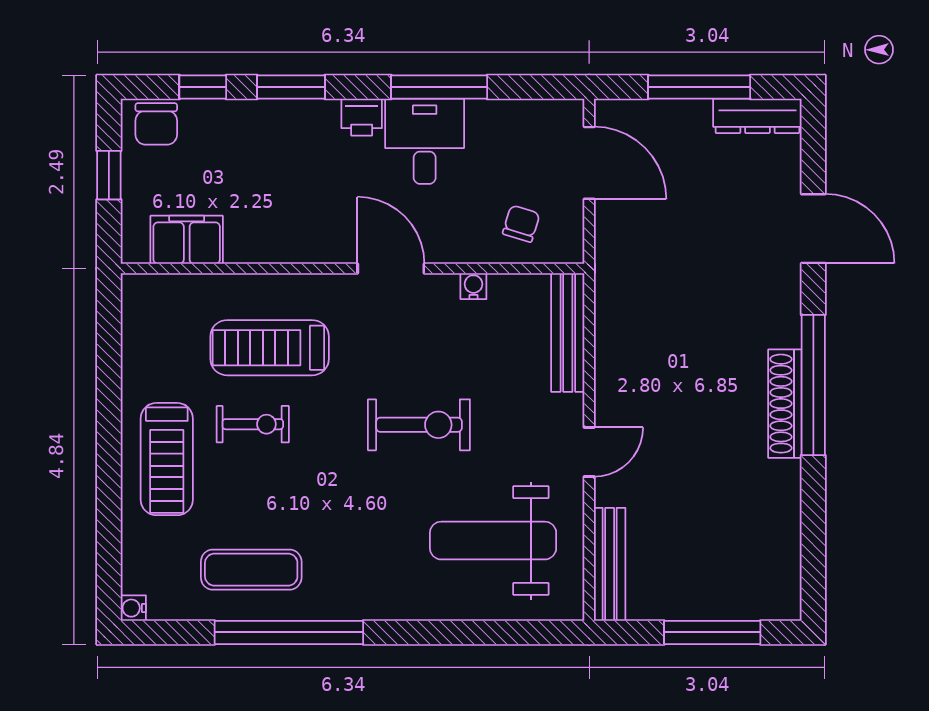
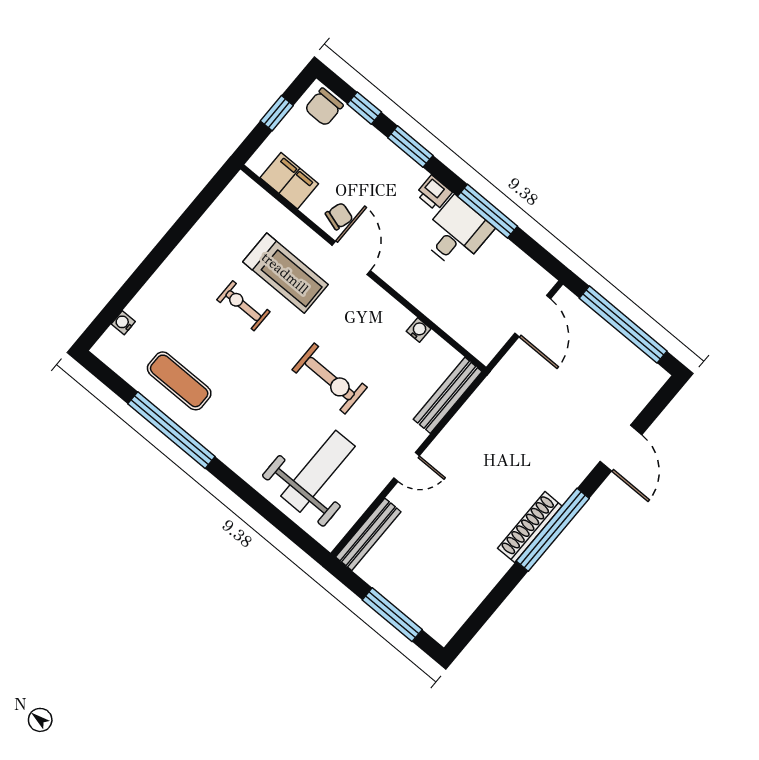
window: (699, 87) -> (623, 325), width x1.46
dresser: (757, 116) -> (641, 365), removed
chair: (521, 224) -> (339, 216), moved
door: (391, 269) -> (351, 258), moved
treadmill: (270, 348) -> (285, 273), turned 180
exercise bike: (253, 424) -> (243, 306), turned 180
treadmill: (167, 459) -> (183, 286), removed
weight bench: (493, 541) -> (318, 471), turned 90
water cooler: (133, 608) -> (123, 323), moved

